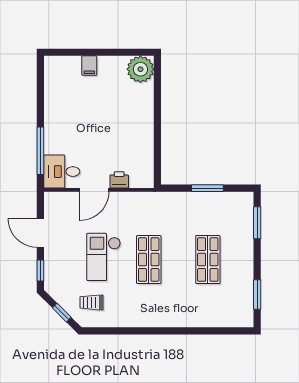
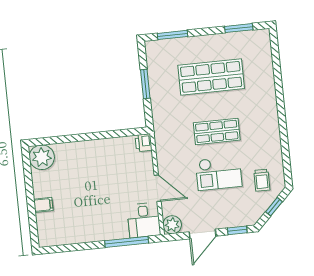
printer: (119, 180) -> (144, 143), moved
plant: (54, 201) -> (172, 225), added
shop shelf: (208, 260) -> (211, 77), width x1.43, depth x1.36

